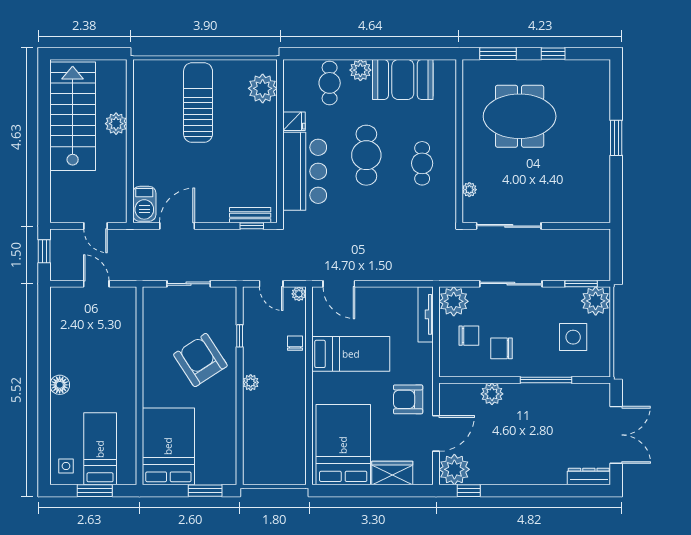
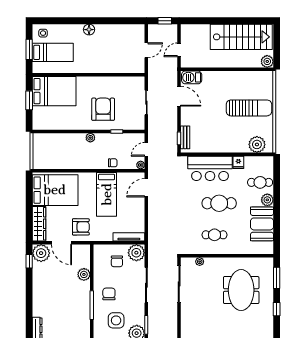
plant: (116, 124) -> (267, 61), moved
chair: (502, 348) -> (109, 294), moved
armchair: (200, 360) -> (103, 109), turned -57
armchair: (408, 399) -> (81, 227), turned 90
wardrobe: (392, 473) -> (39, 224), width x1.50
window: (205, 491) -> (29, 100), moved

